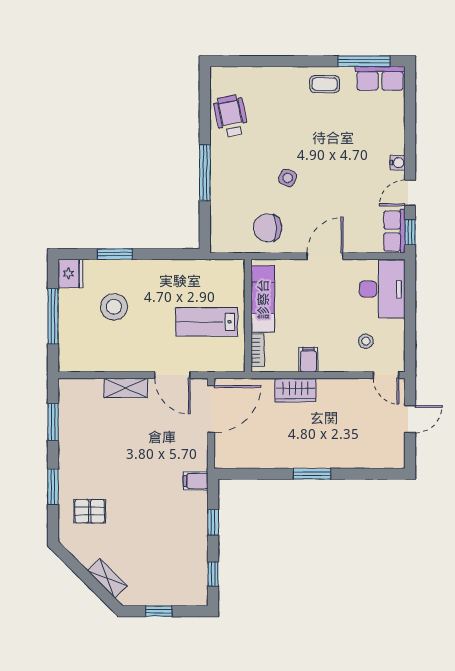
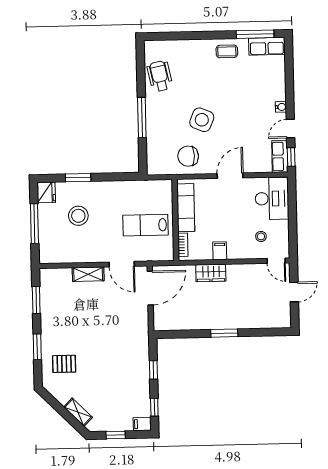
side table: (288, 178) -> (202, 120), width x1.87, depth x1.87
filing cabinet: (196, 481) -> (142, 424), moved

